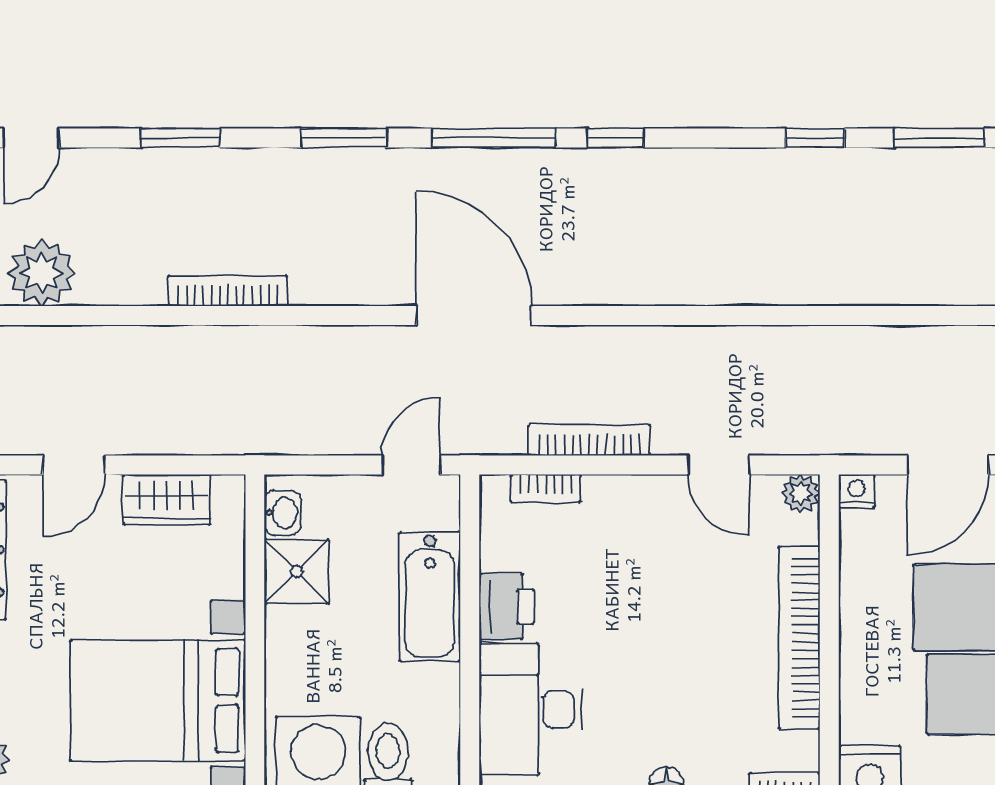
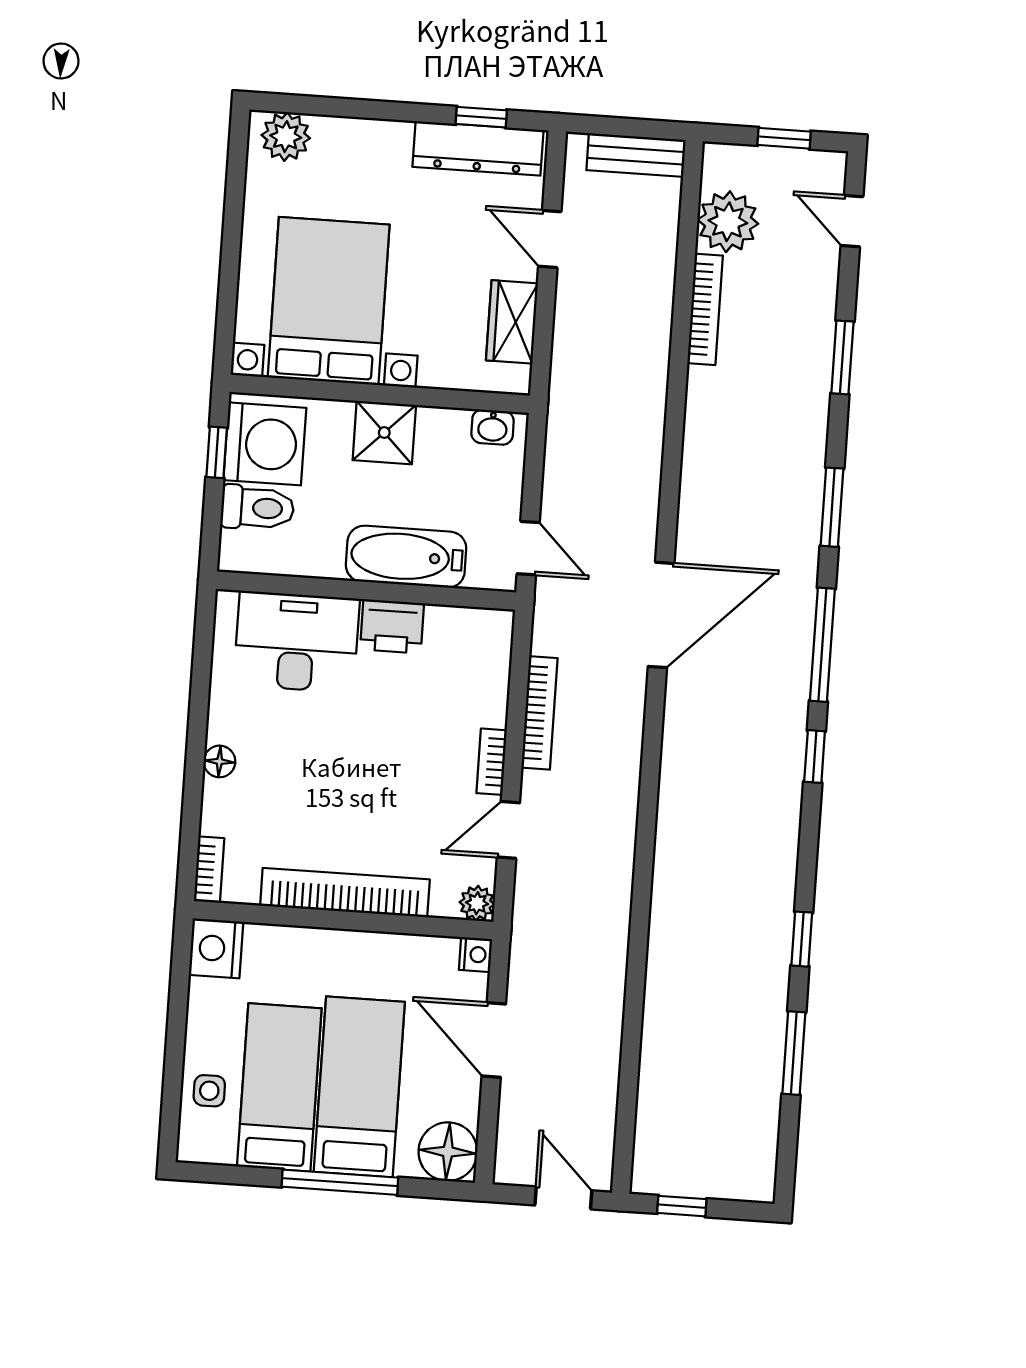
bookcase: (228, 291) -> (705, 309), moved
bookcase: (546, 488) -> (492, 762), moved
shower: (297, 572) -> (384, 433), moved

